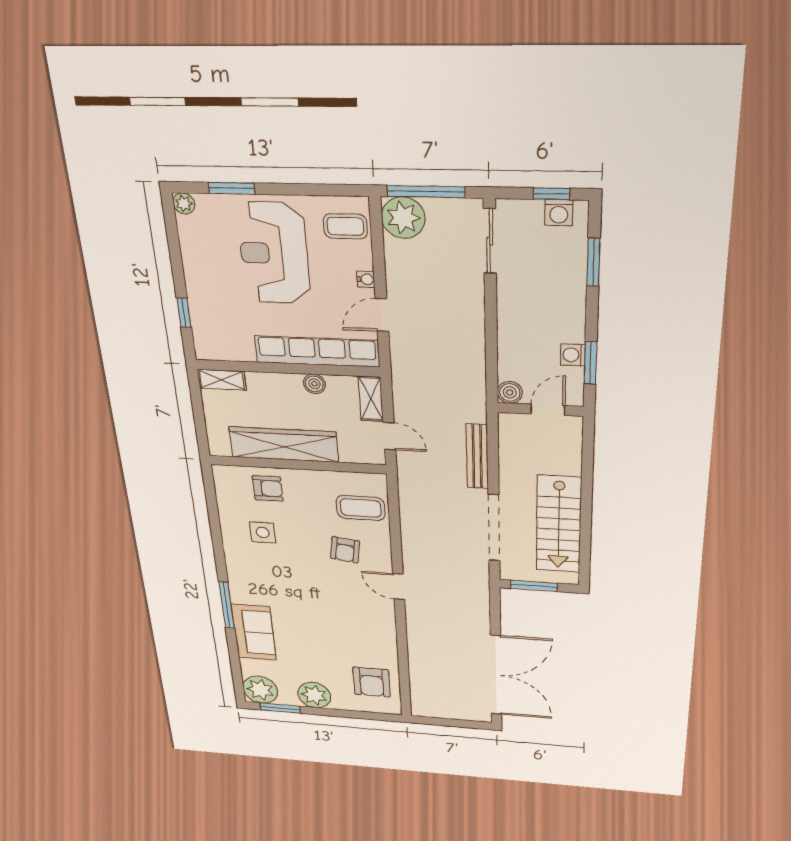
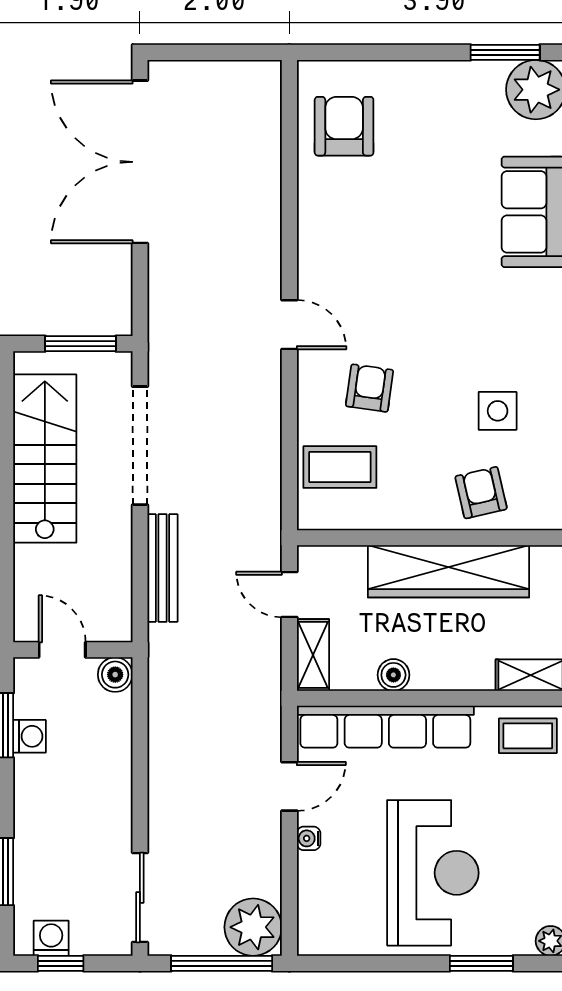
coffee table: (345, 226) -> (528, 736), moved
door: (548, 410) -> (62, 650), swing flipped
armchair: (268, 488) -> (481, 493), turned 77
plant: (314, 695) -> (443, 88), removed

